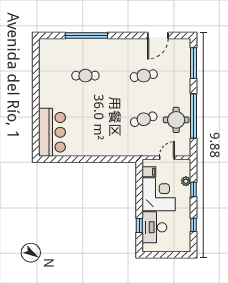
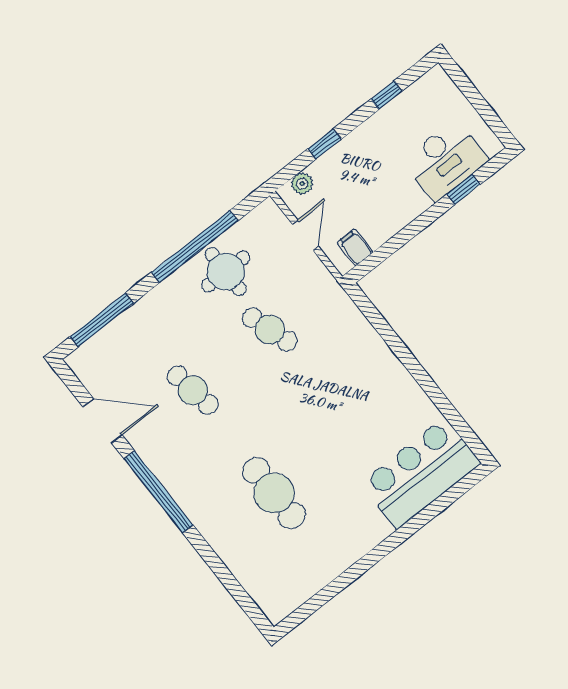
window: (86, 36) -> (159, 492), moved
cafe table: (85, 76) -> (274, 493), width x1.37, depth x1.35
door: (167, 158) -> (305, 235), swing flipped
plant: (186, 181) -> (302, 184), moved
corner desk: (159, 194) -> (381, 199), removed

